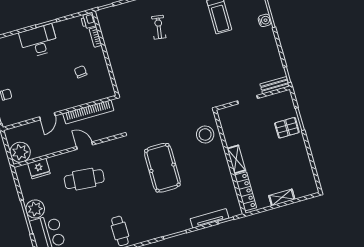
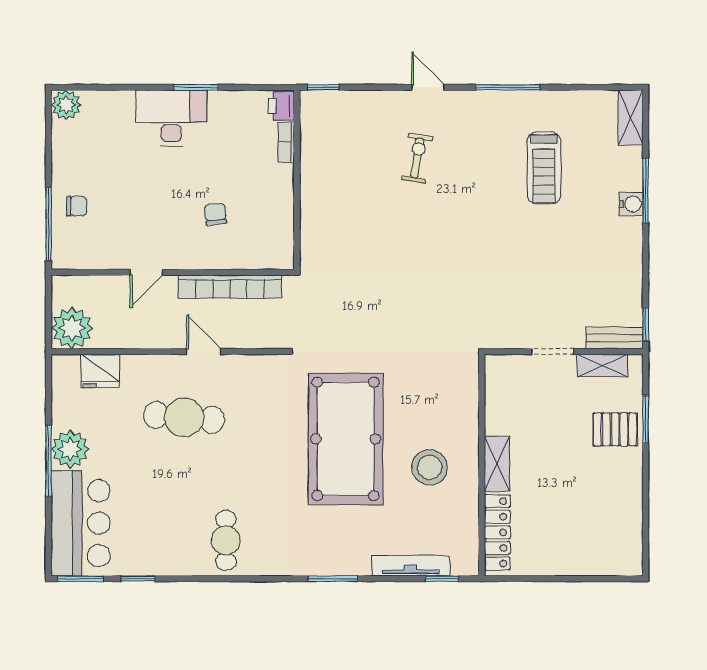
chair: (81, 72) -> (215, 214), moved
stool: (205, 134) -> (430, 467), moved
pool table: (162, 168) -> (346, 439), width x1.36, depth x1.32
shelving: (282, 197) -> (602, 365), moved

